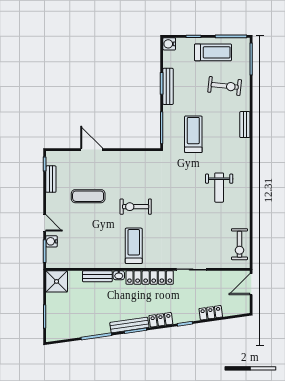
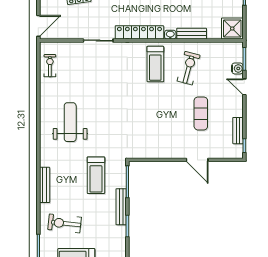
bench: (168, 86) -> (121, 207), moved
bench: (245, 125) -> (45, 185), width x1.36
weight bench: (219, 188) -> (70, 122), width x1.36, depth x1.33
exercise mat: (88, 196) -> (201, 113), turned 90
exercise bike: (136, 207) -> (189, 68), moved, turned -75
exercise bike: (239, 244) -> (50, 66), width x0.73, depth x0.72

